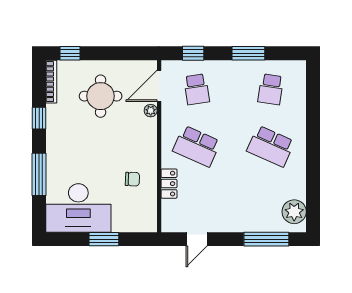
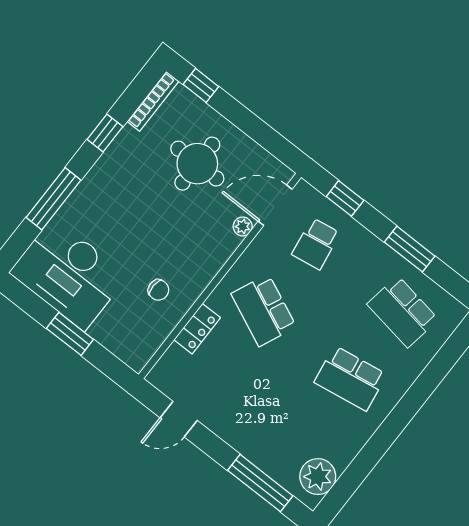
school desk: (271, 89) -> (403, 312), width x1.85
school desk: (271, 146) -> (350, 378), turned -33

